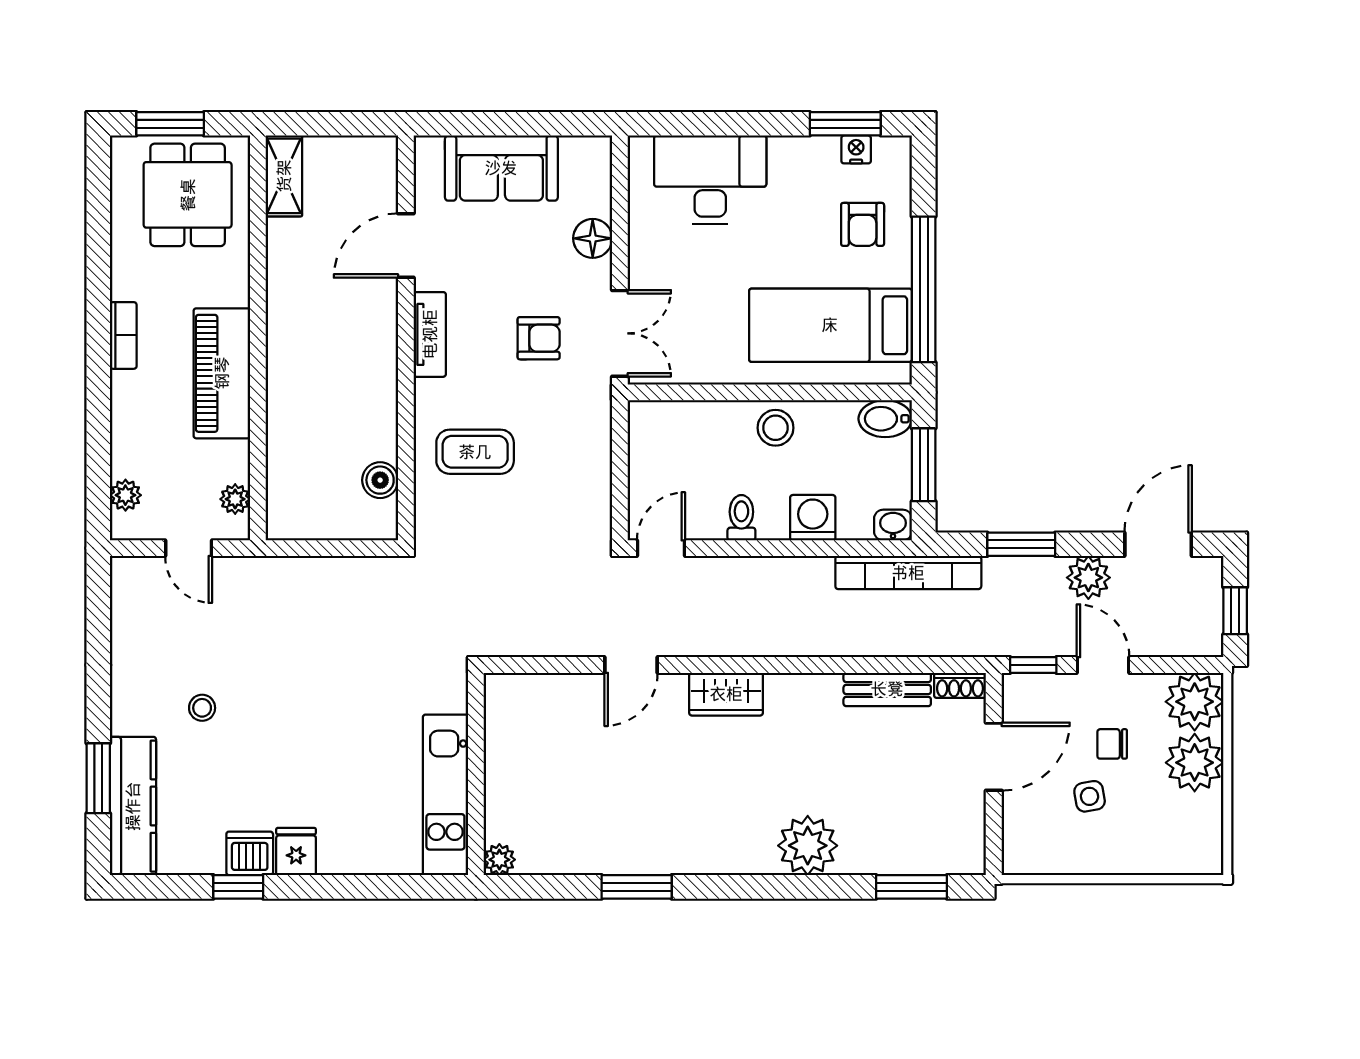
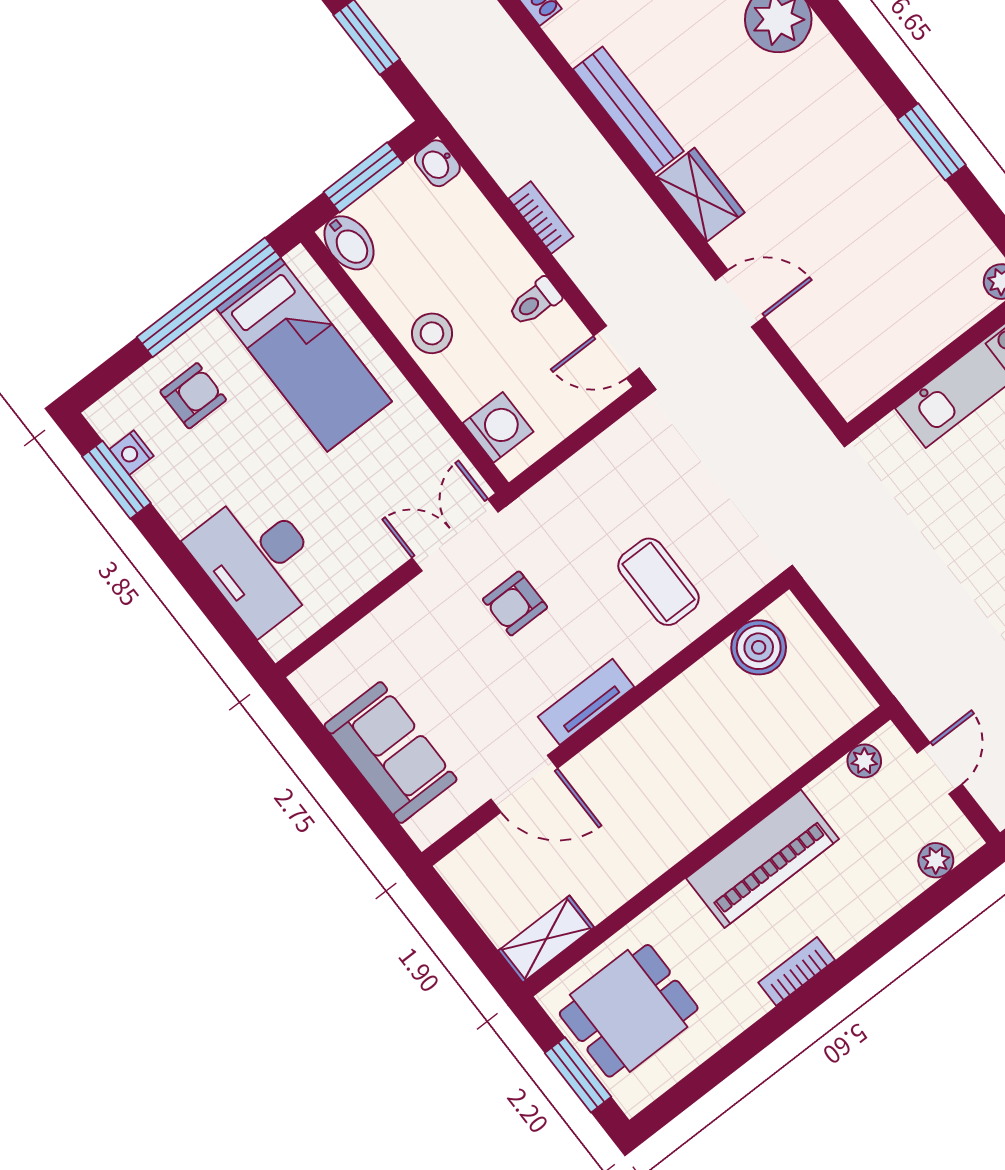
floor lamp: (593, 238) -> (390, 624), removed
armchair: (539, 338) -> (515, 603), turned -90
boiler: (380, 480) -> (759, 647), width x1.36, depth x1.36
washing machine: (813, 518) -> (498, 427), moved, turned 180
bookcase: (908, 573) -> (541, 218), moved, width x0.43, depth x0.76
bench: (887, 689) -> (628, 110), moved, width x1.36

